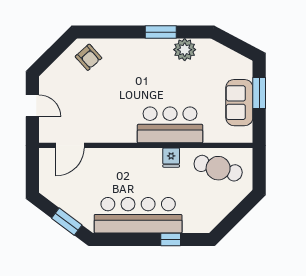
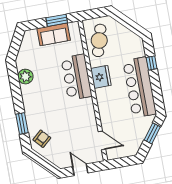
window: (161, 32) -> (22, 123), moved
window: (259, 93) -> (57, 20), moved
door: (32, 106) -> (80, 170), hinge flipped
fridge: (171, 158) -> (101, 77), width x1.88, depth x1.34

